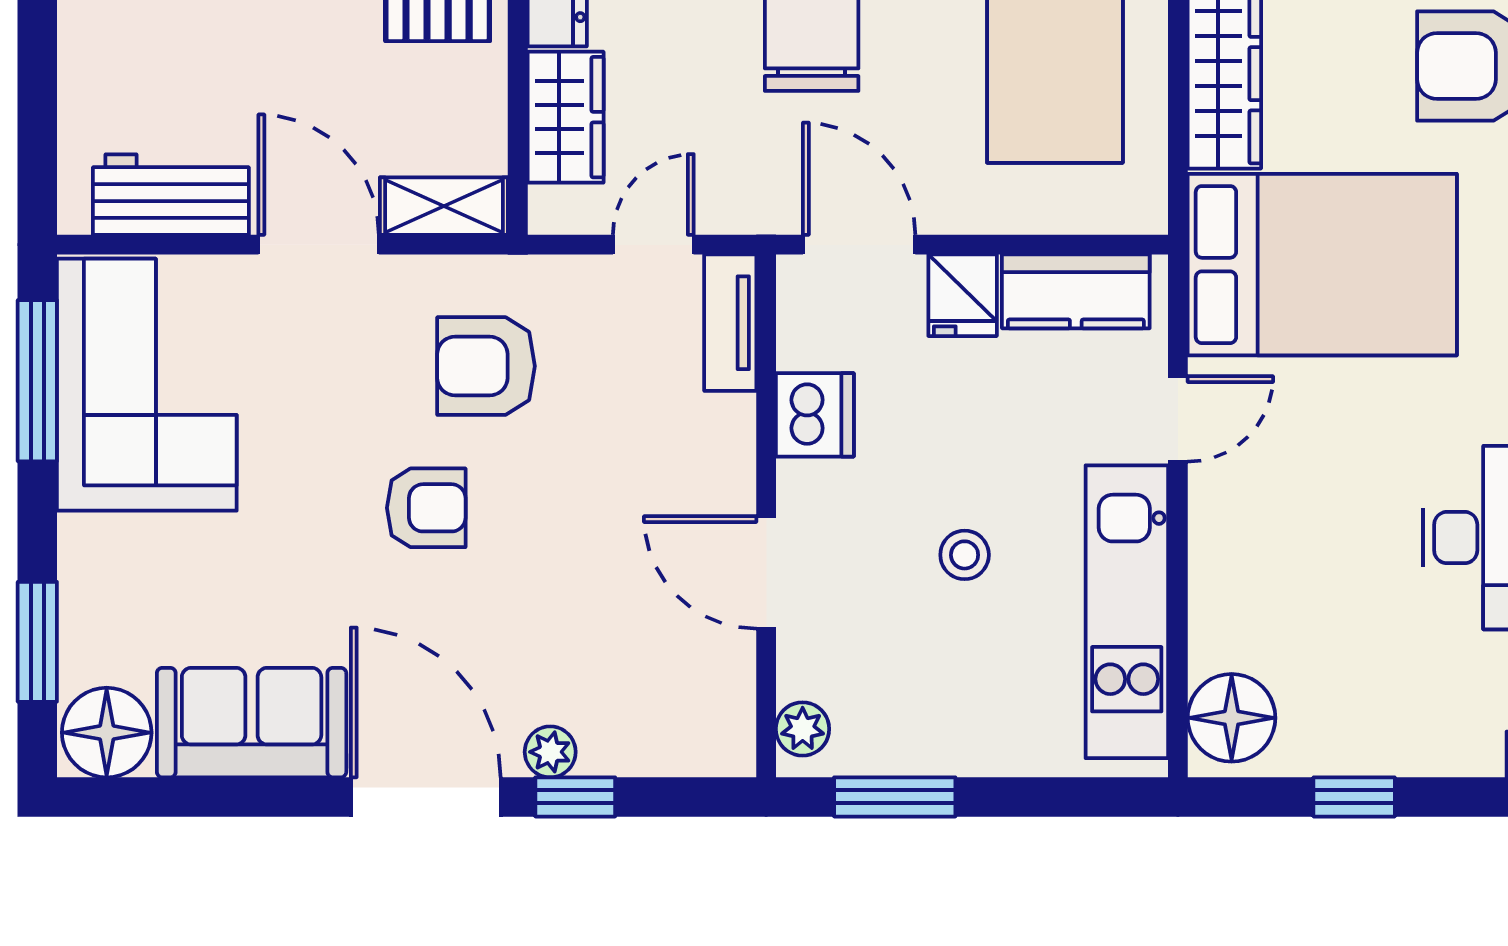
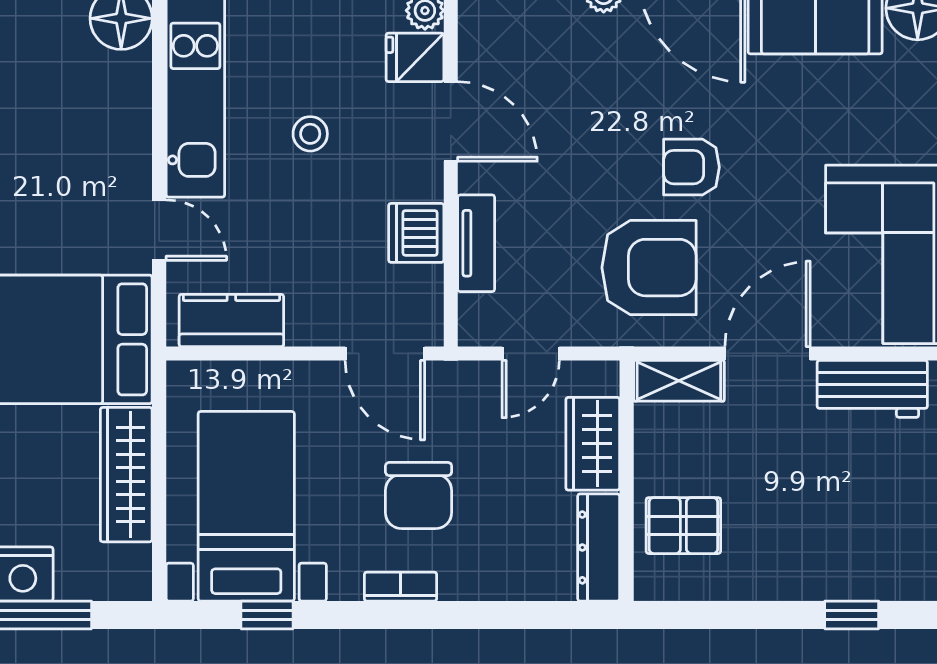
door: (319, 245) -> (768, 353), swing flipped
fridge: (963, 295) -> (415, 57), moved, turned -90
tv unit: (730, 323) -> (476, 243), moved
armchair: (486, 366) -> (649, 268), width x1.36, depth x1.36
door: (1178, 419) -> (159, 230), swing flipped

